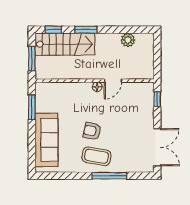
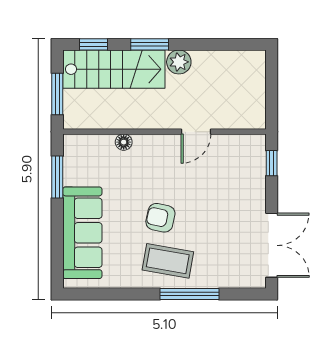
plant: (128, 40) -> (179, 62), moved
floor lamp: (97, 87) -> (124, 142), moved

